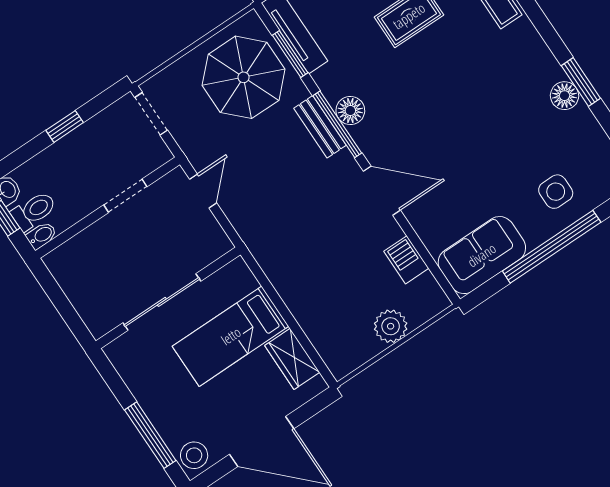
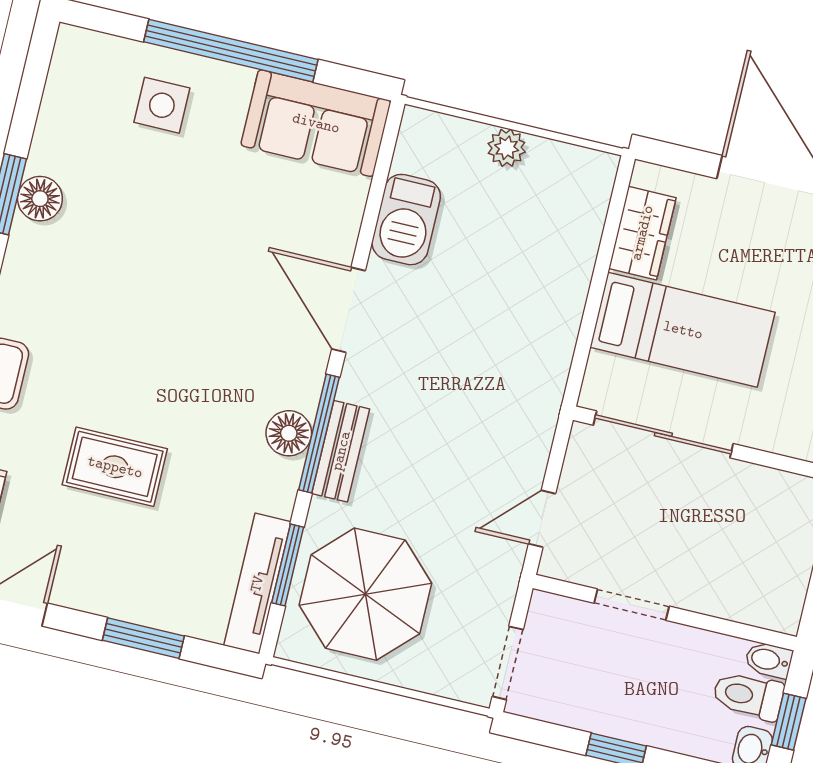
barbecue: (406, 260) -> (406, 220), width x1.38, depth x1.27
sliding door: (162, 302) -> (663, 434), moved
plant: (391, 326) -> (507, 148), width x0.73, depth x0.73

